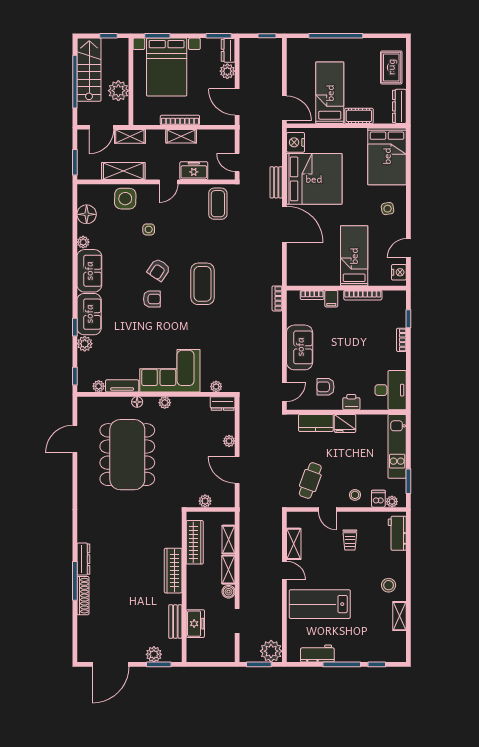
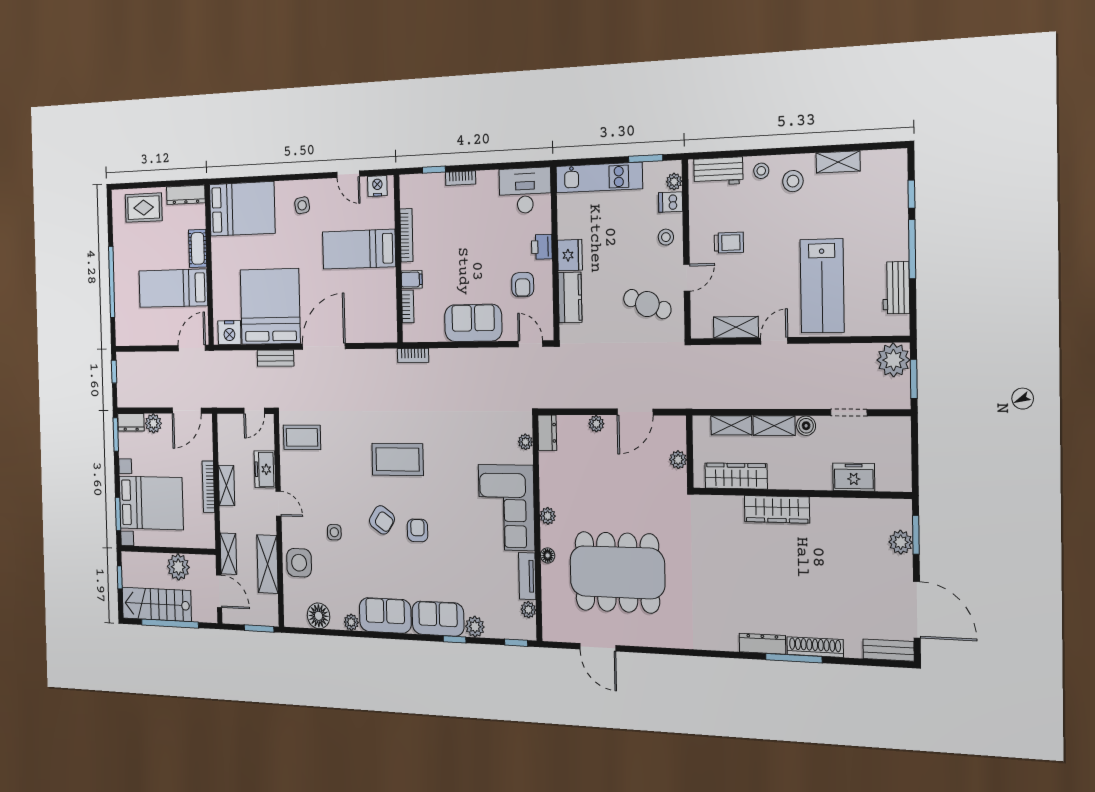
stool: (396, 563) -> (761, 171), added
bench: (175, 622) -> (888, 650), moved

